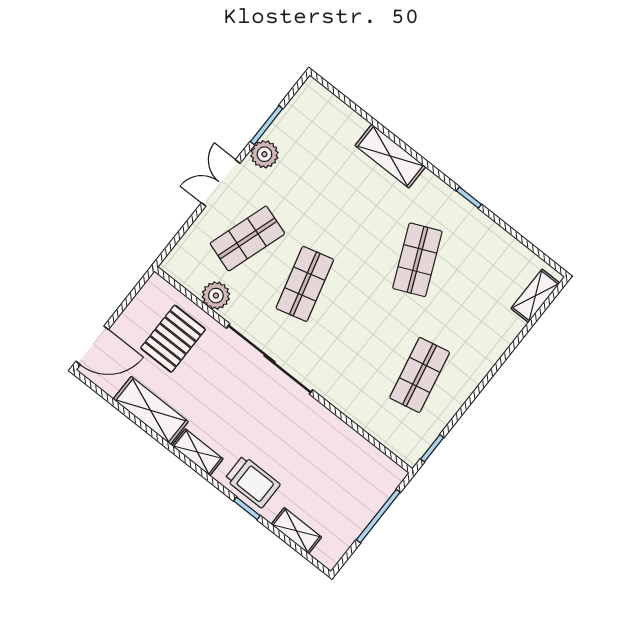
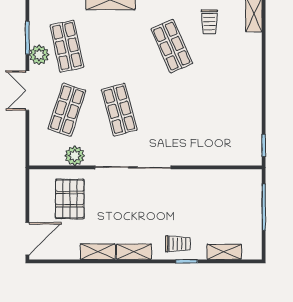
trolley: (480, 266) -> (209, 22), added
shop shelf: (420, 375) -> (67, 46), moved
shelving: (151, 410) -> (98, 252), width x0.67, depth x0.75
trolley: (252, 482) -> (178, 244), width x0.73, depth x0.72

